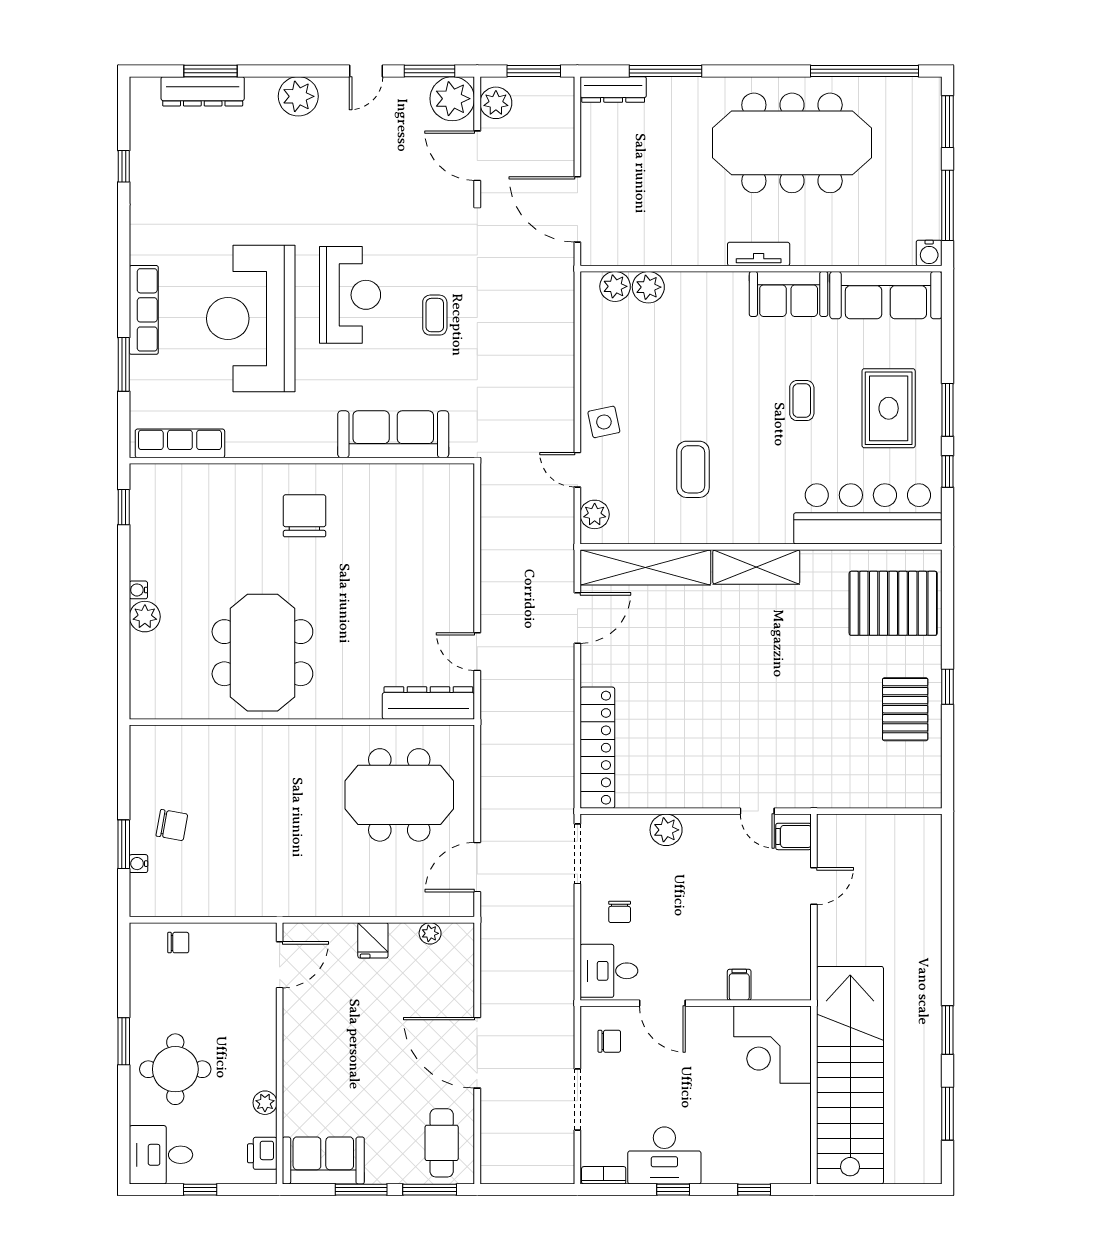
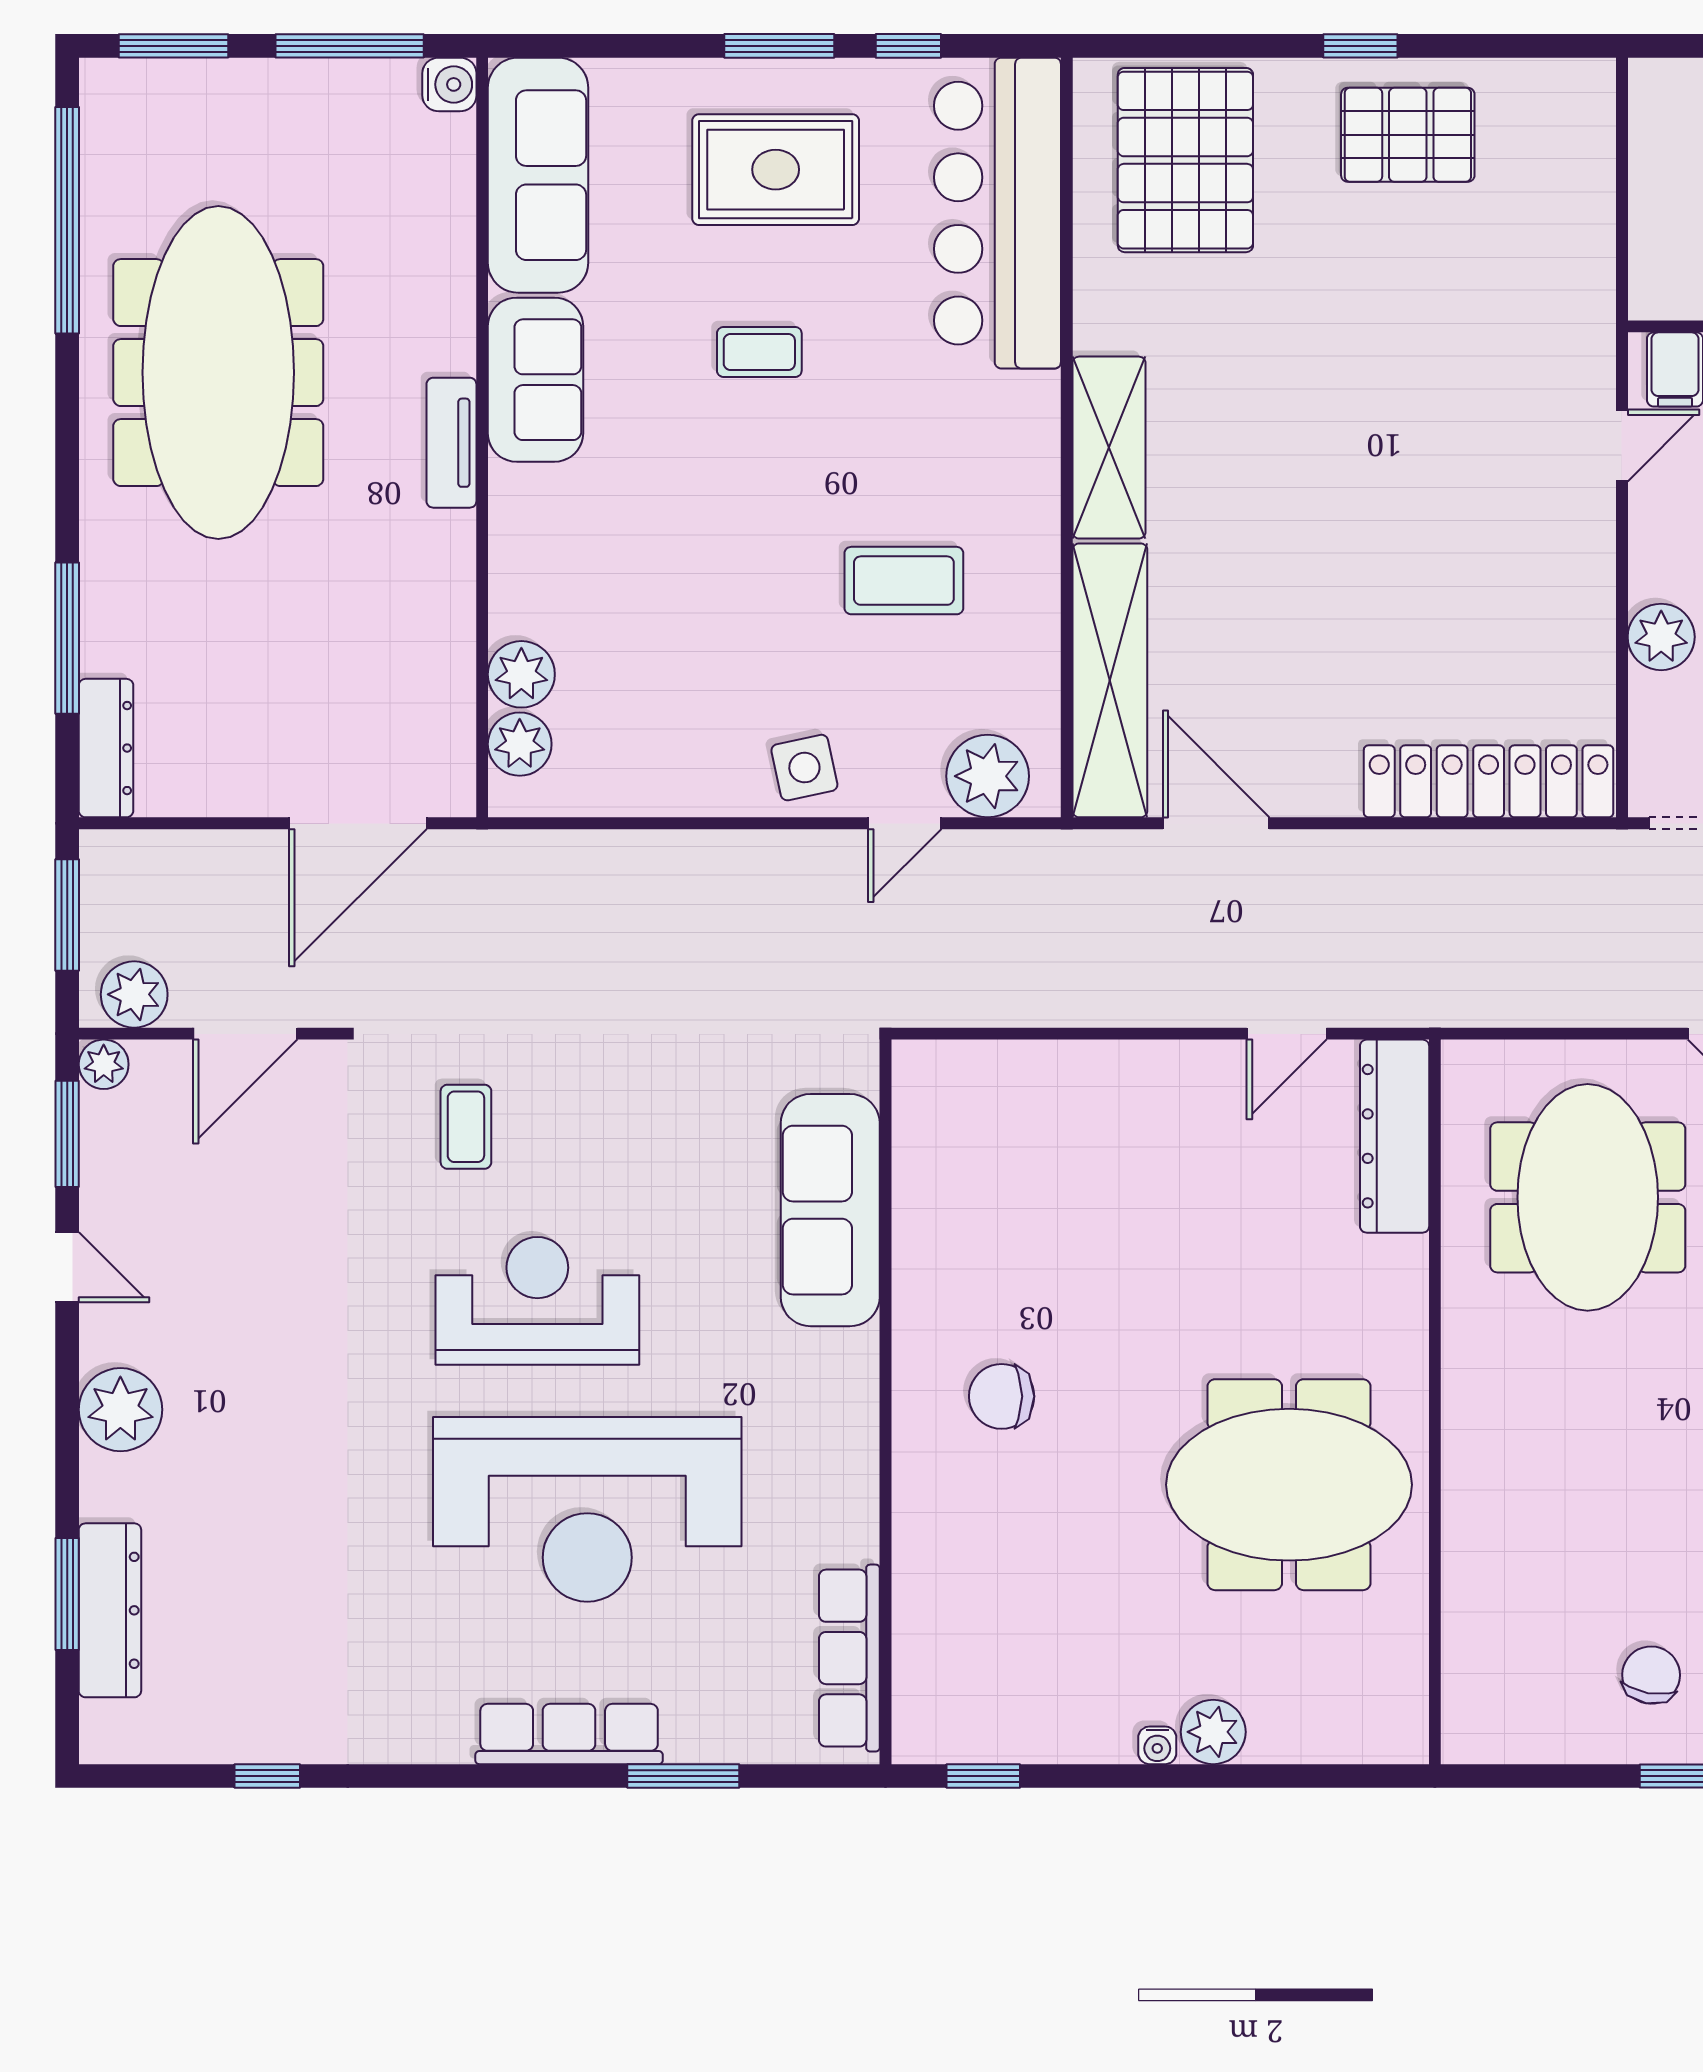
plant: (452, 99) -> (104, 1064), width x0.53, depth x0.53
coffee table: (435, 315) -> (466, 1127), moved, turned 90
plant: (595, 514) -> (988, 776), width x1.36, depth x1.36
chair: (305, 516) -> (1002, 1396), width x0.73, depth x0.73

